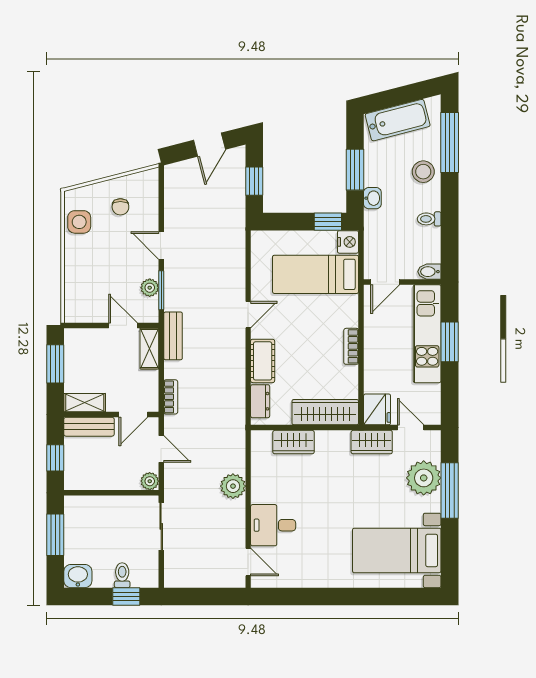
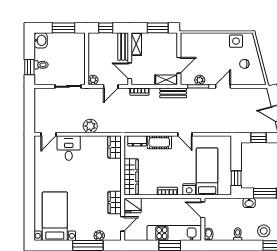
nightstand: (348, 242) -> (189, 189), moved
wardrobe: (293, 442) -> (115, 147), moved
plant: (424, 478) -> (99, 236), width x0.53, depth x0.53

